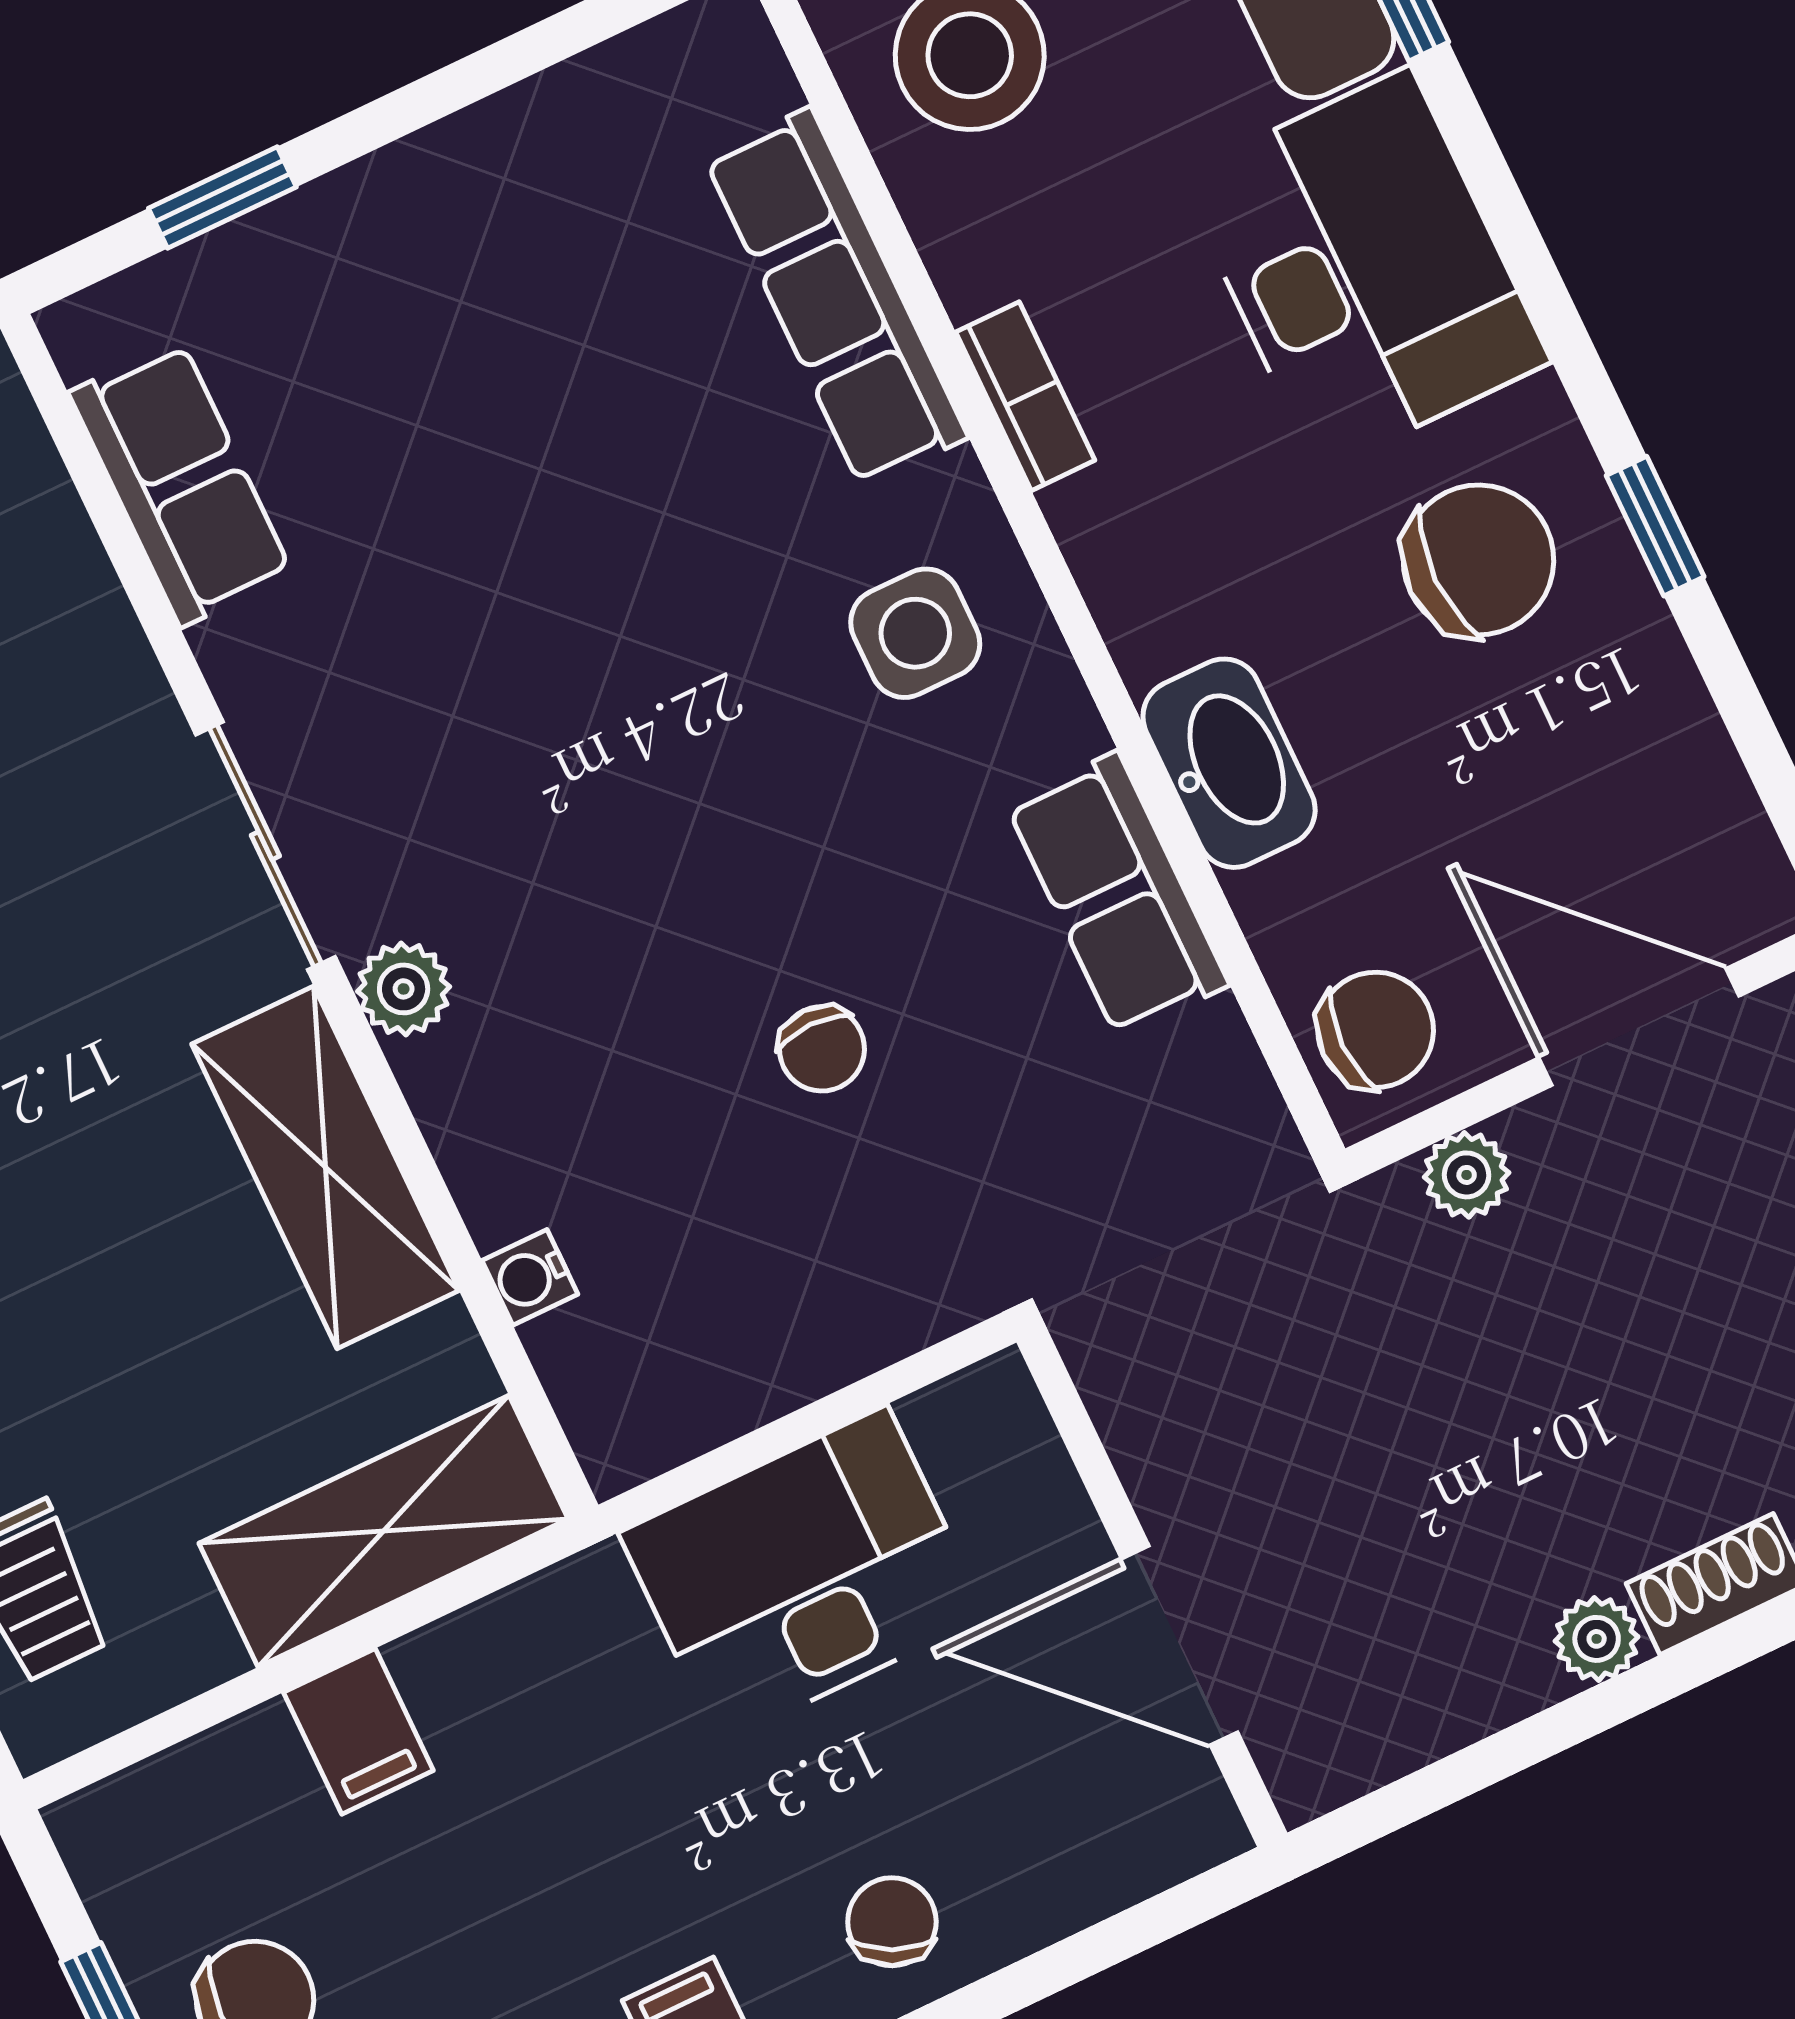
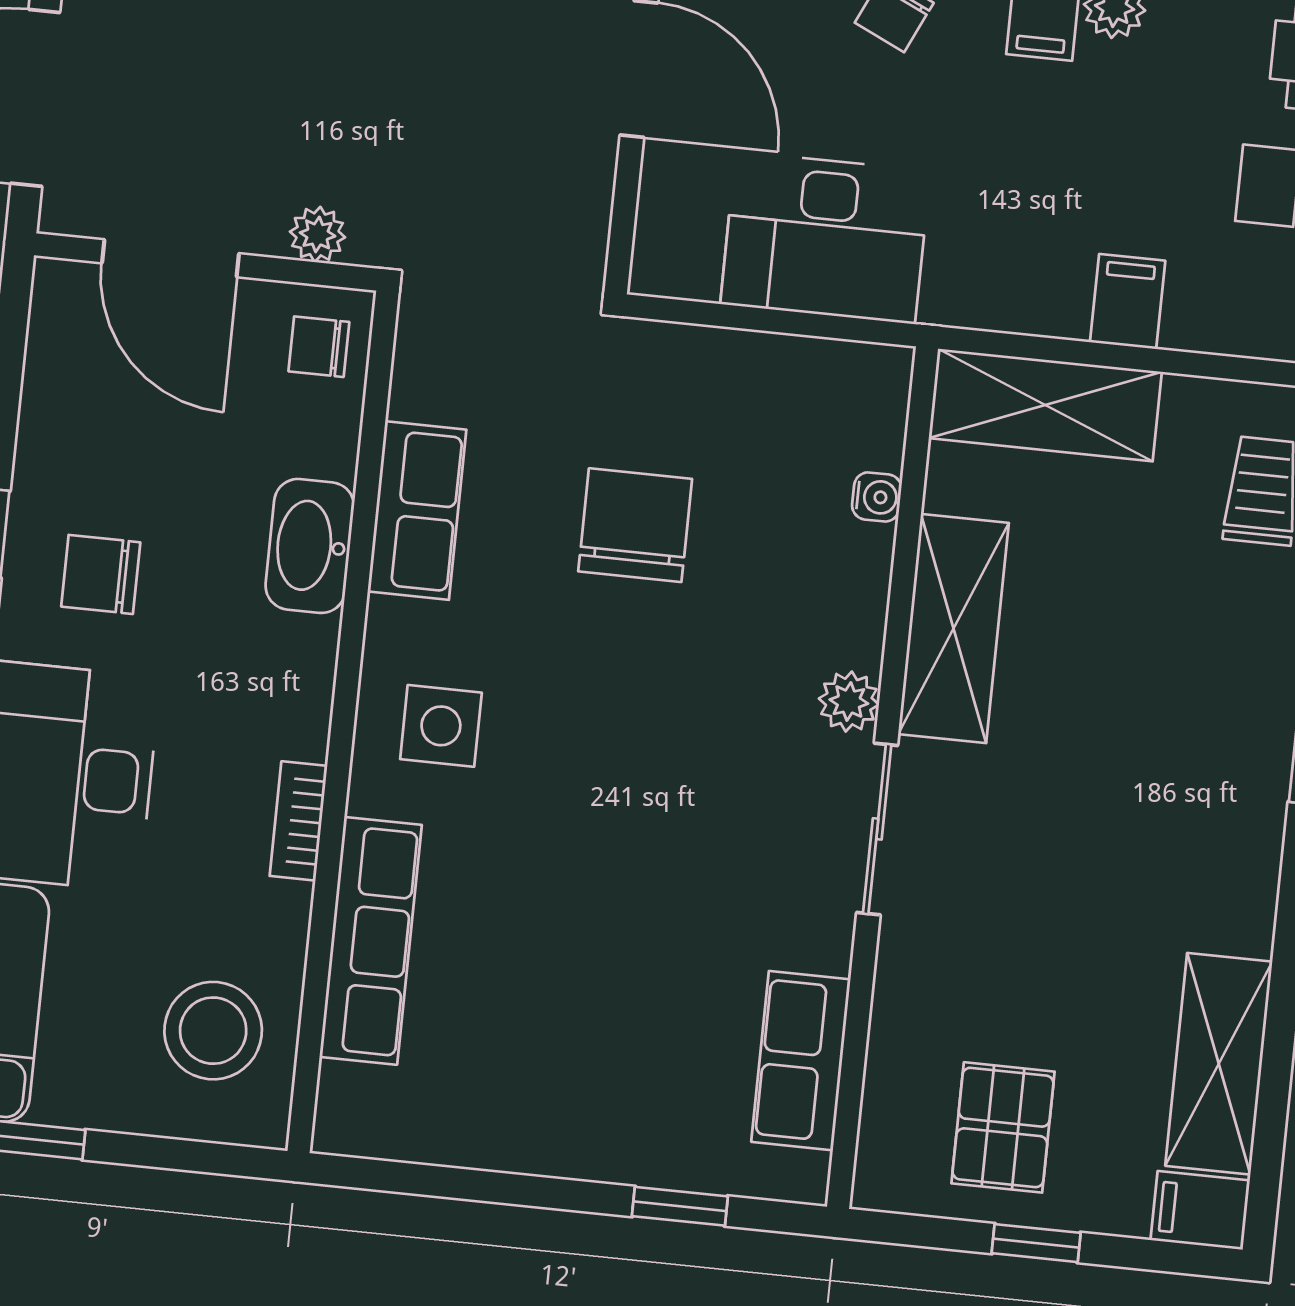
chair: (1478, 560) -> (101, 574), width x0.73, depth x0.73
chair: (1376, 1030) -> (319, 347), width x0.73, depth x0.73
chair: (822, 1049) -> (635, 525), width x1.87, depth x1.87

